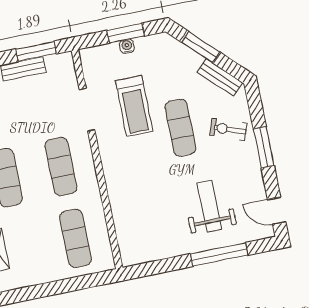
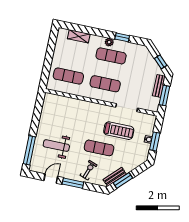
window: (201, 47) -> (123, 180), moved
treadmill: (134, 106) -> (119, 131), turned 180
weight bench: (209, 206) -> (56, 146), turned 180
door: (277, 211) -> (51, 179), moved
window: (219, 255) -> (29, 150), moved

